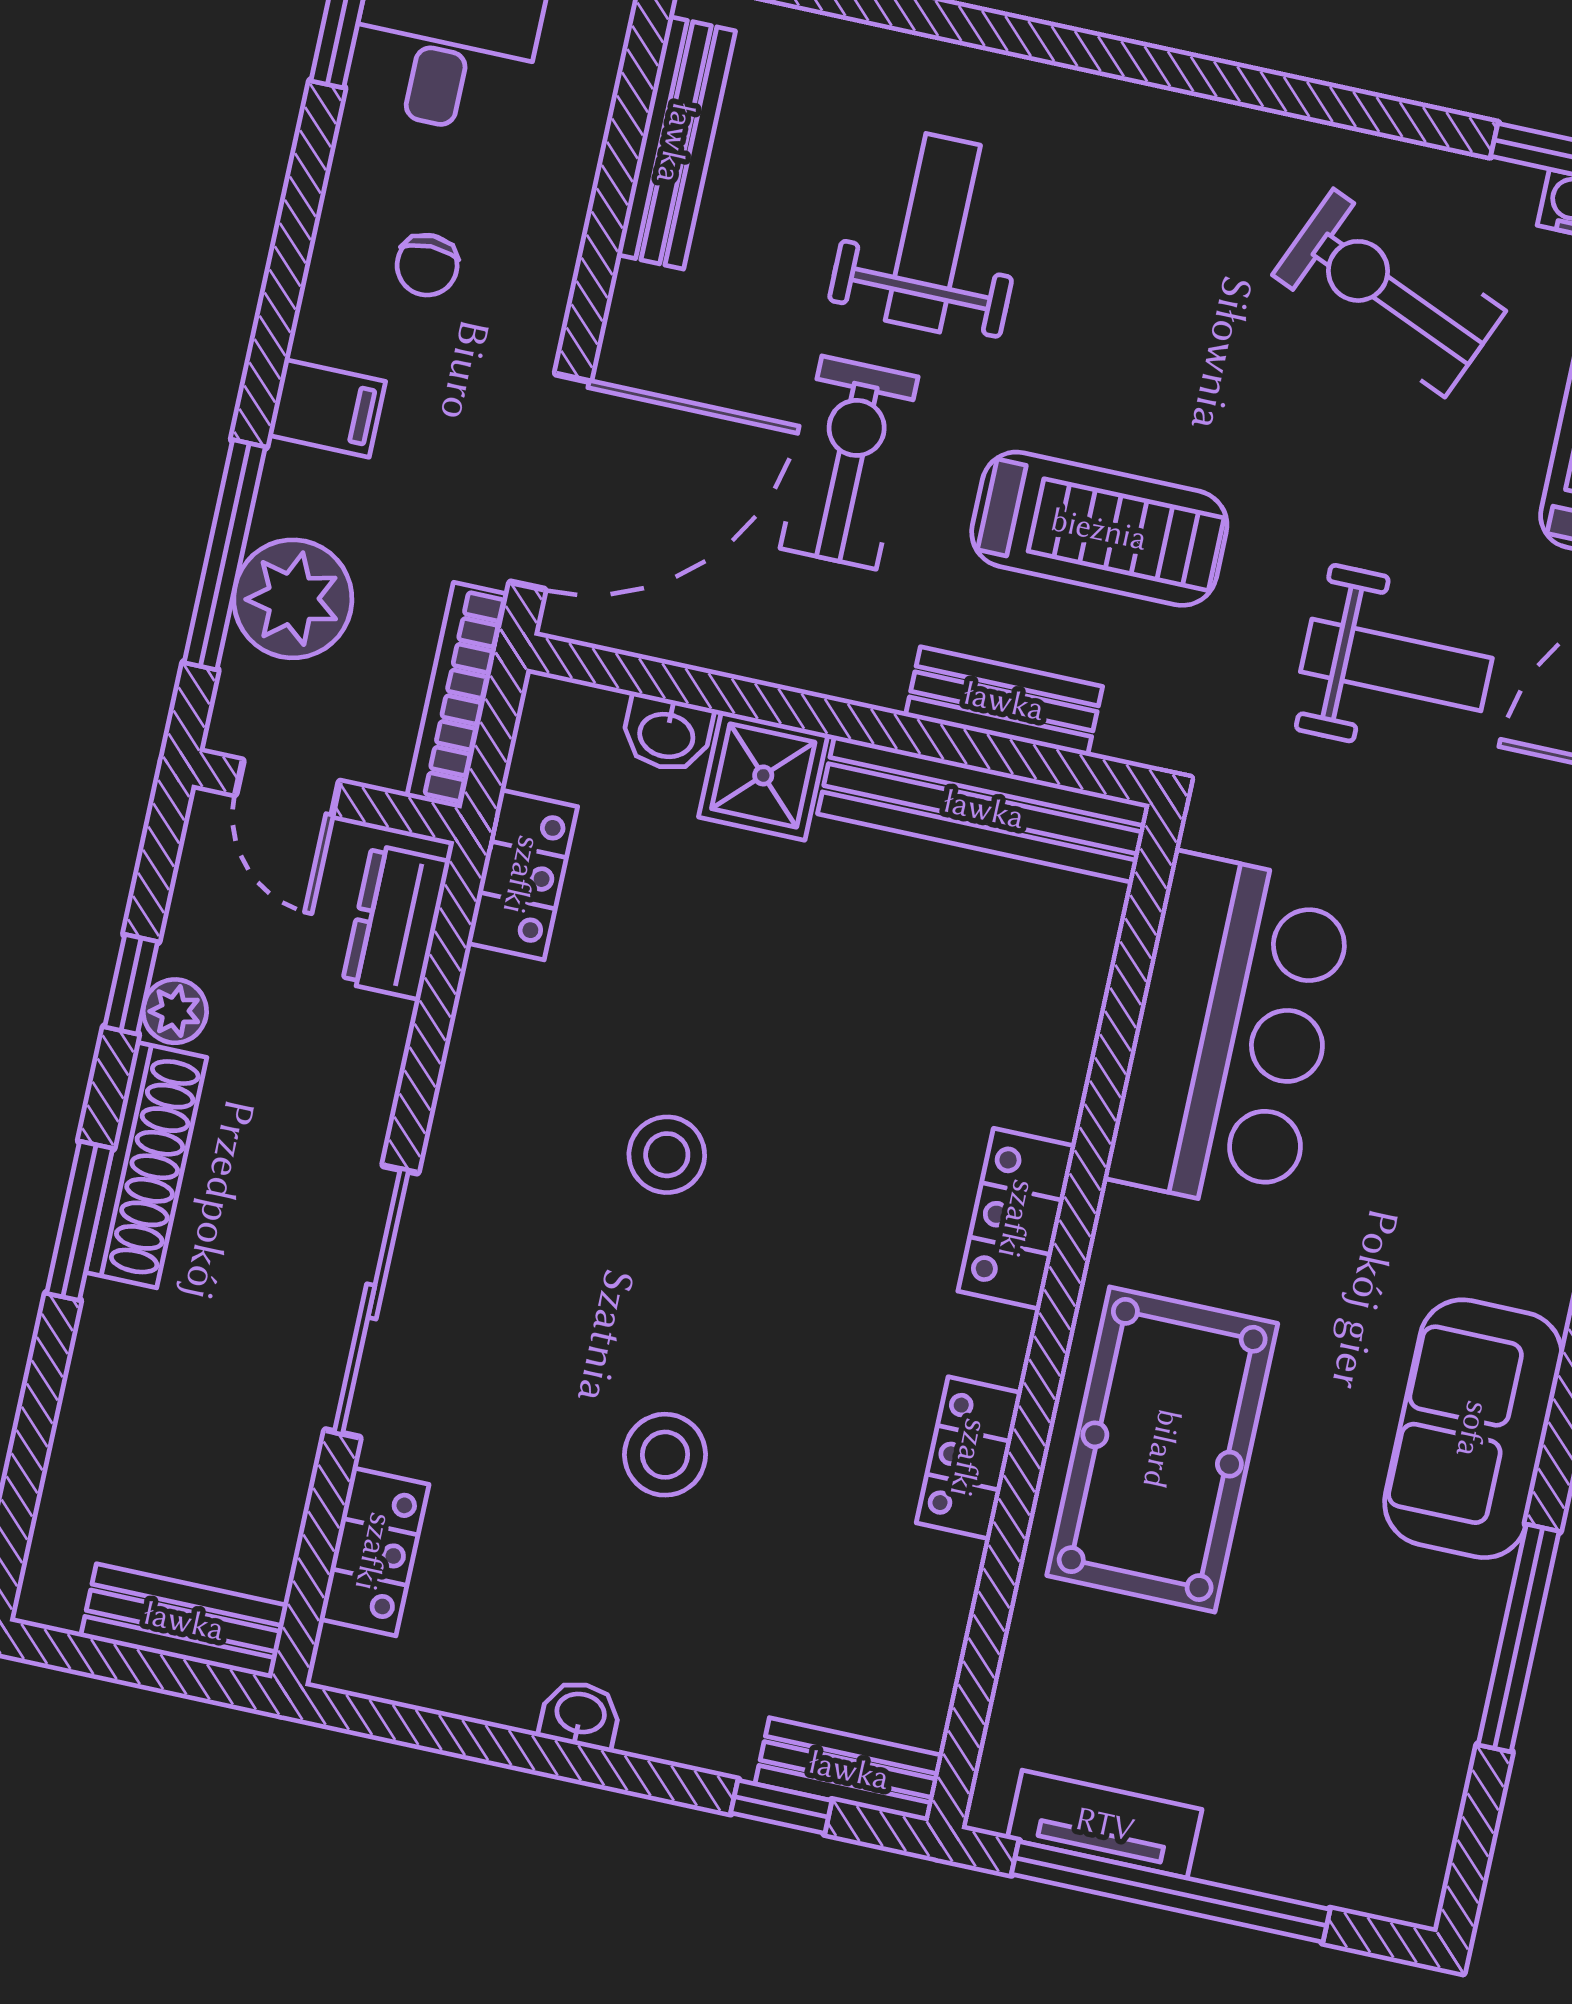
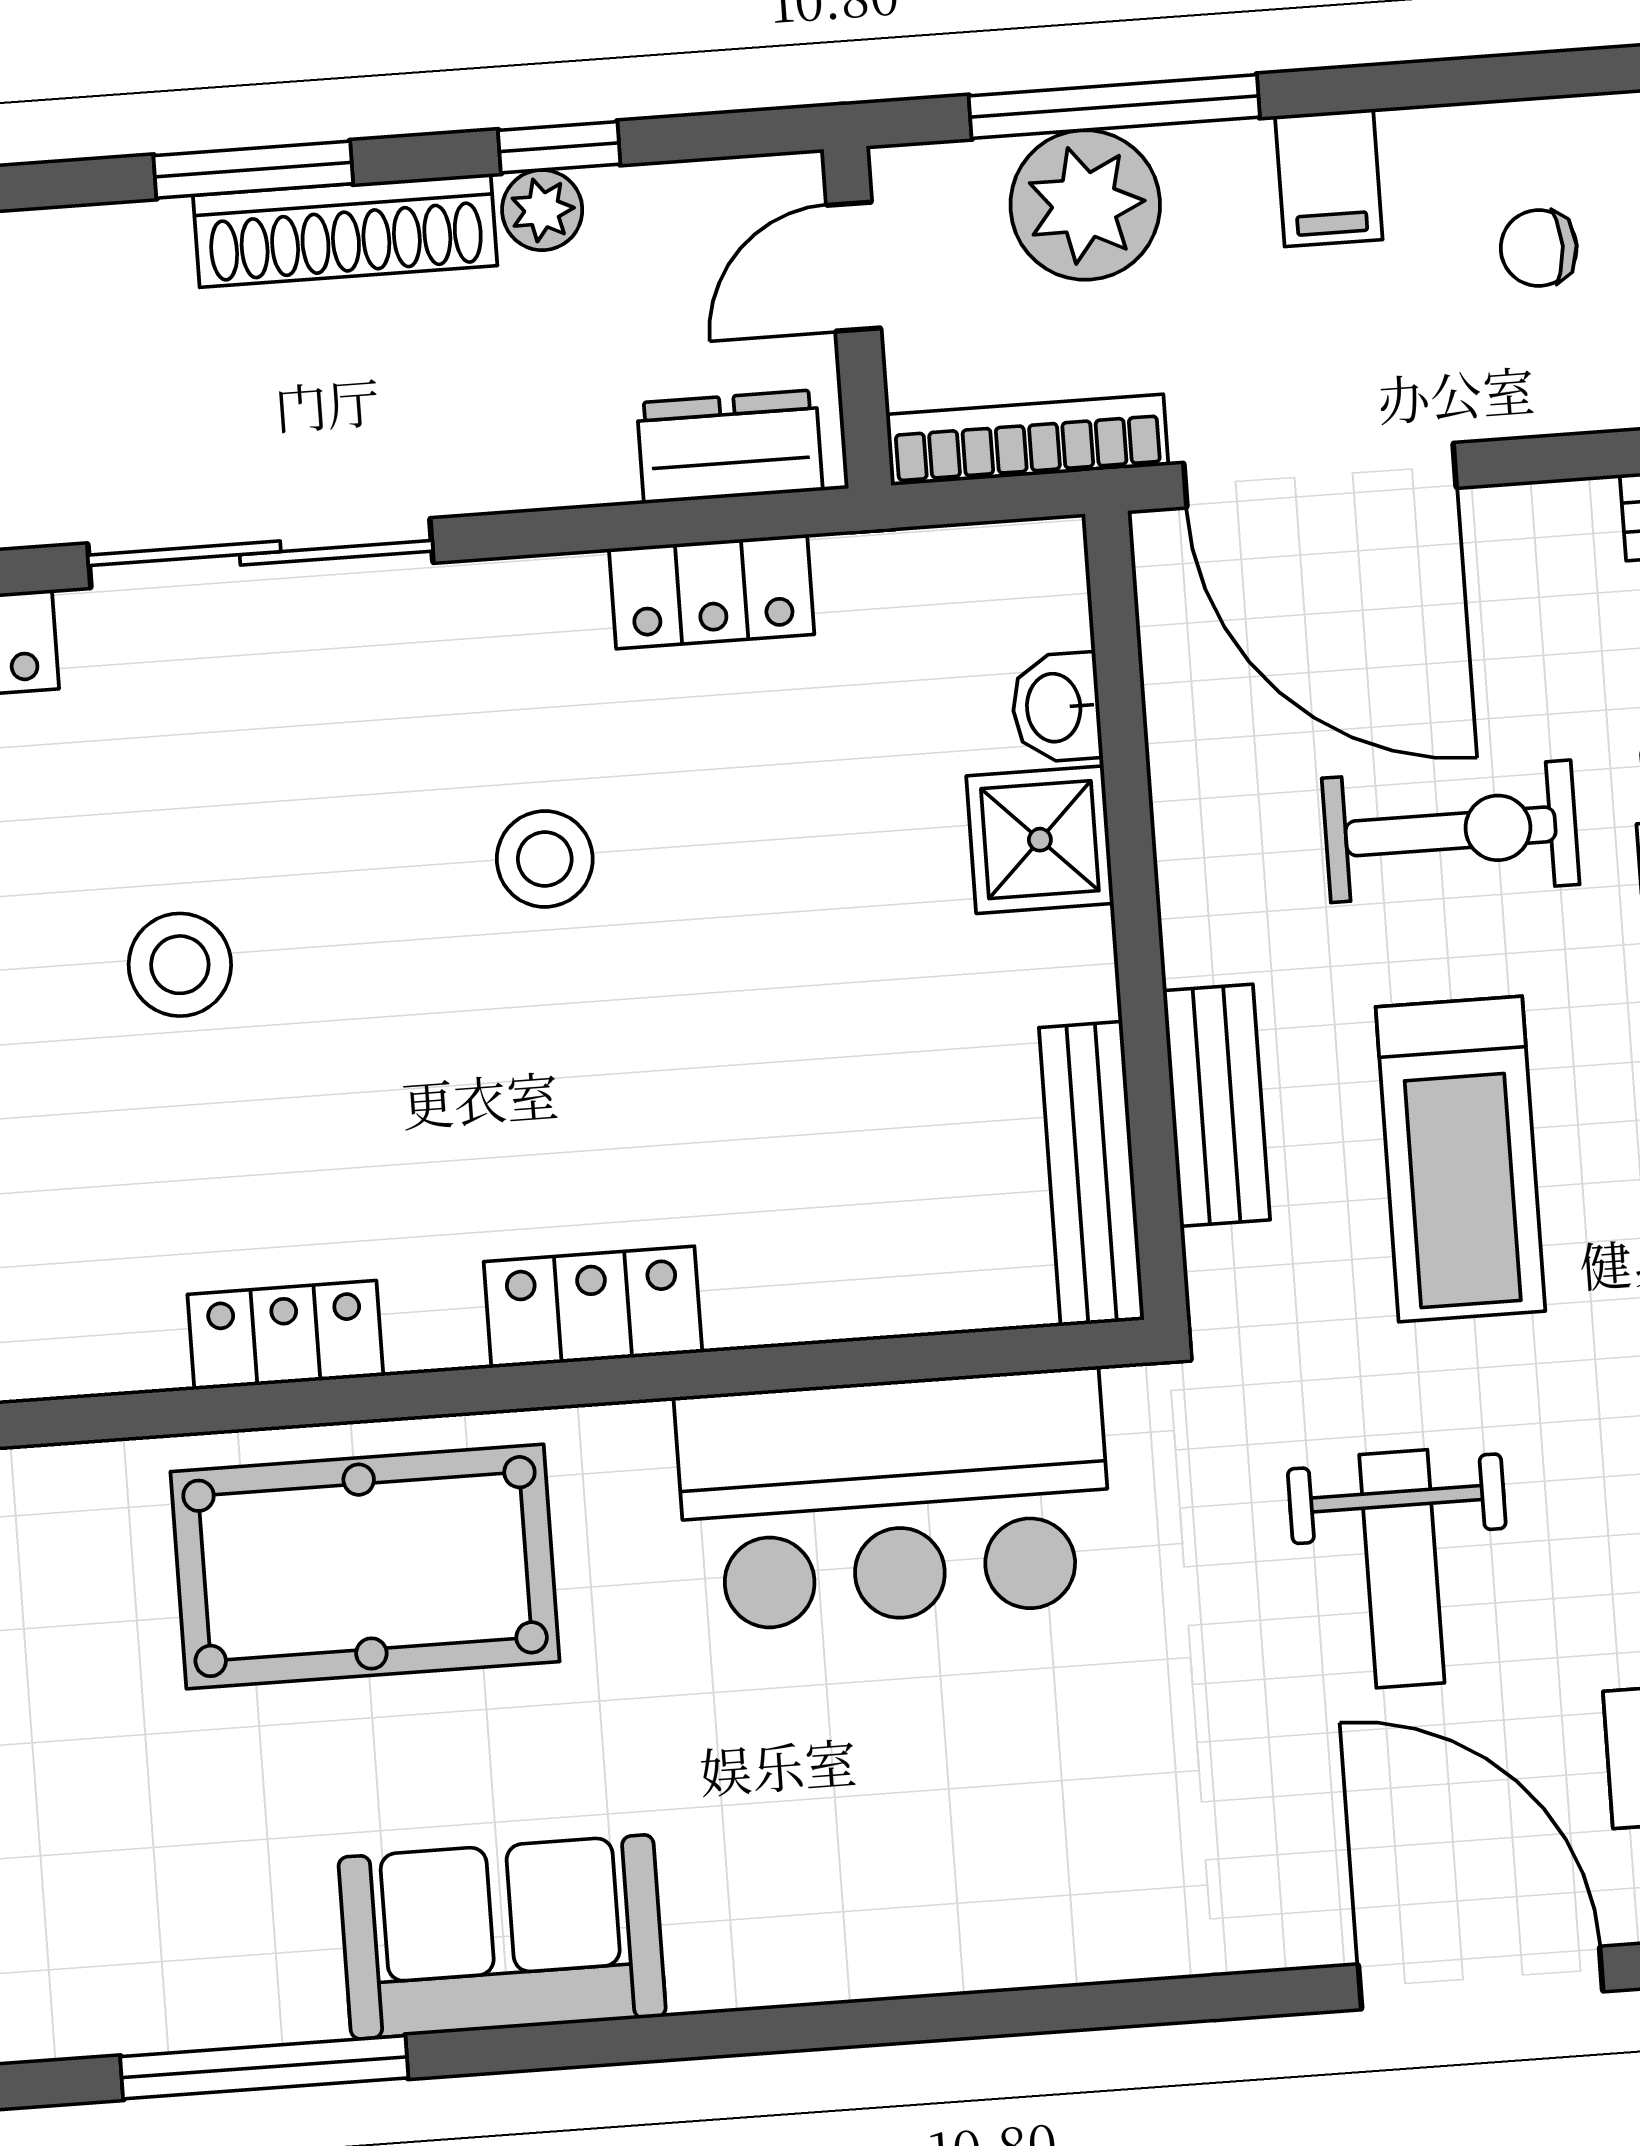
bench: (984, 809) -> (1092, 1174), width x0.73, depth x0.82
locker: (522, 875) -> (712, 592), moved

